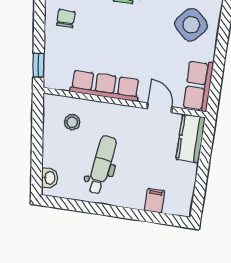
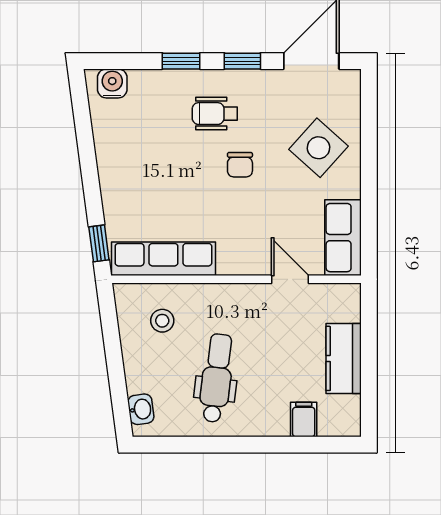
chair: (66, 18) -> (240, 165), moved, turned 180
row of seats: (105, 86) -> (163, 259), moved
kitchen counter: (191, 138) -> (344, 358), moved

